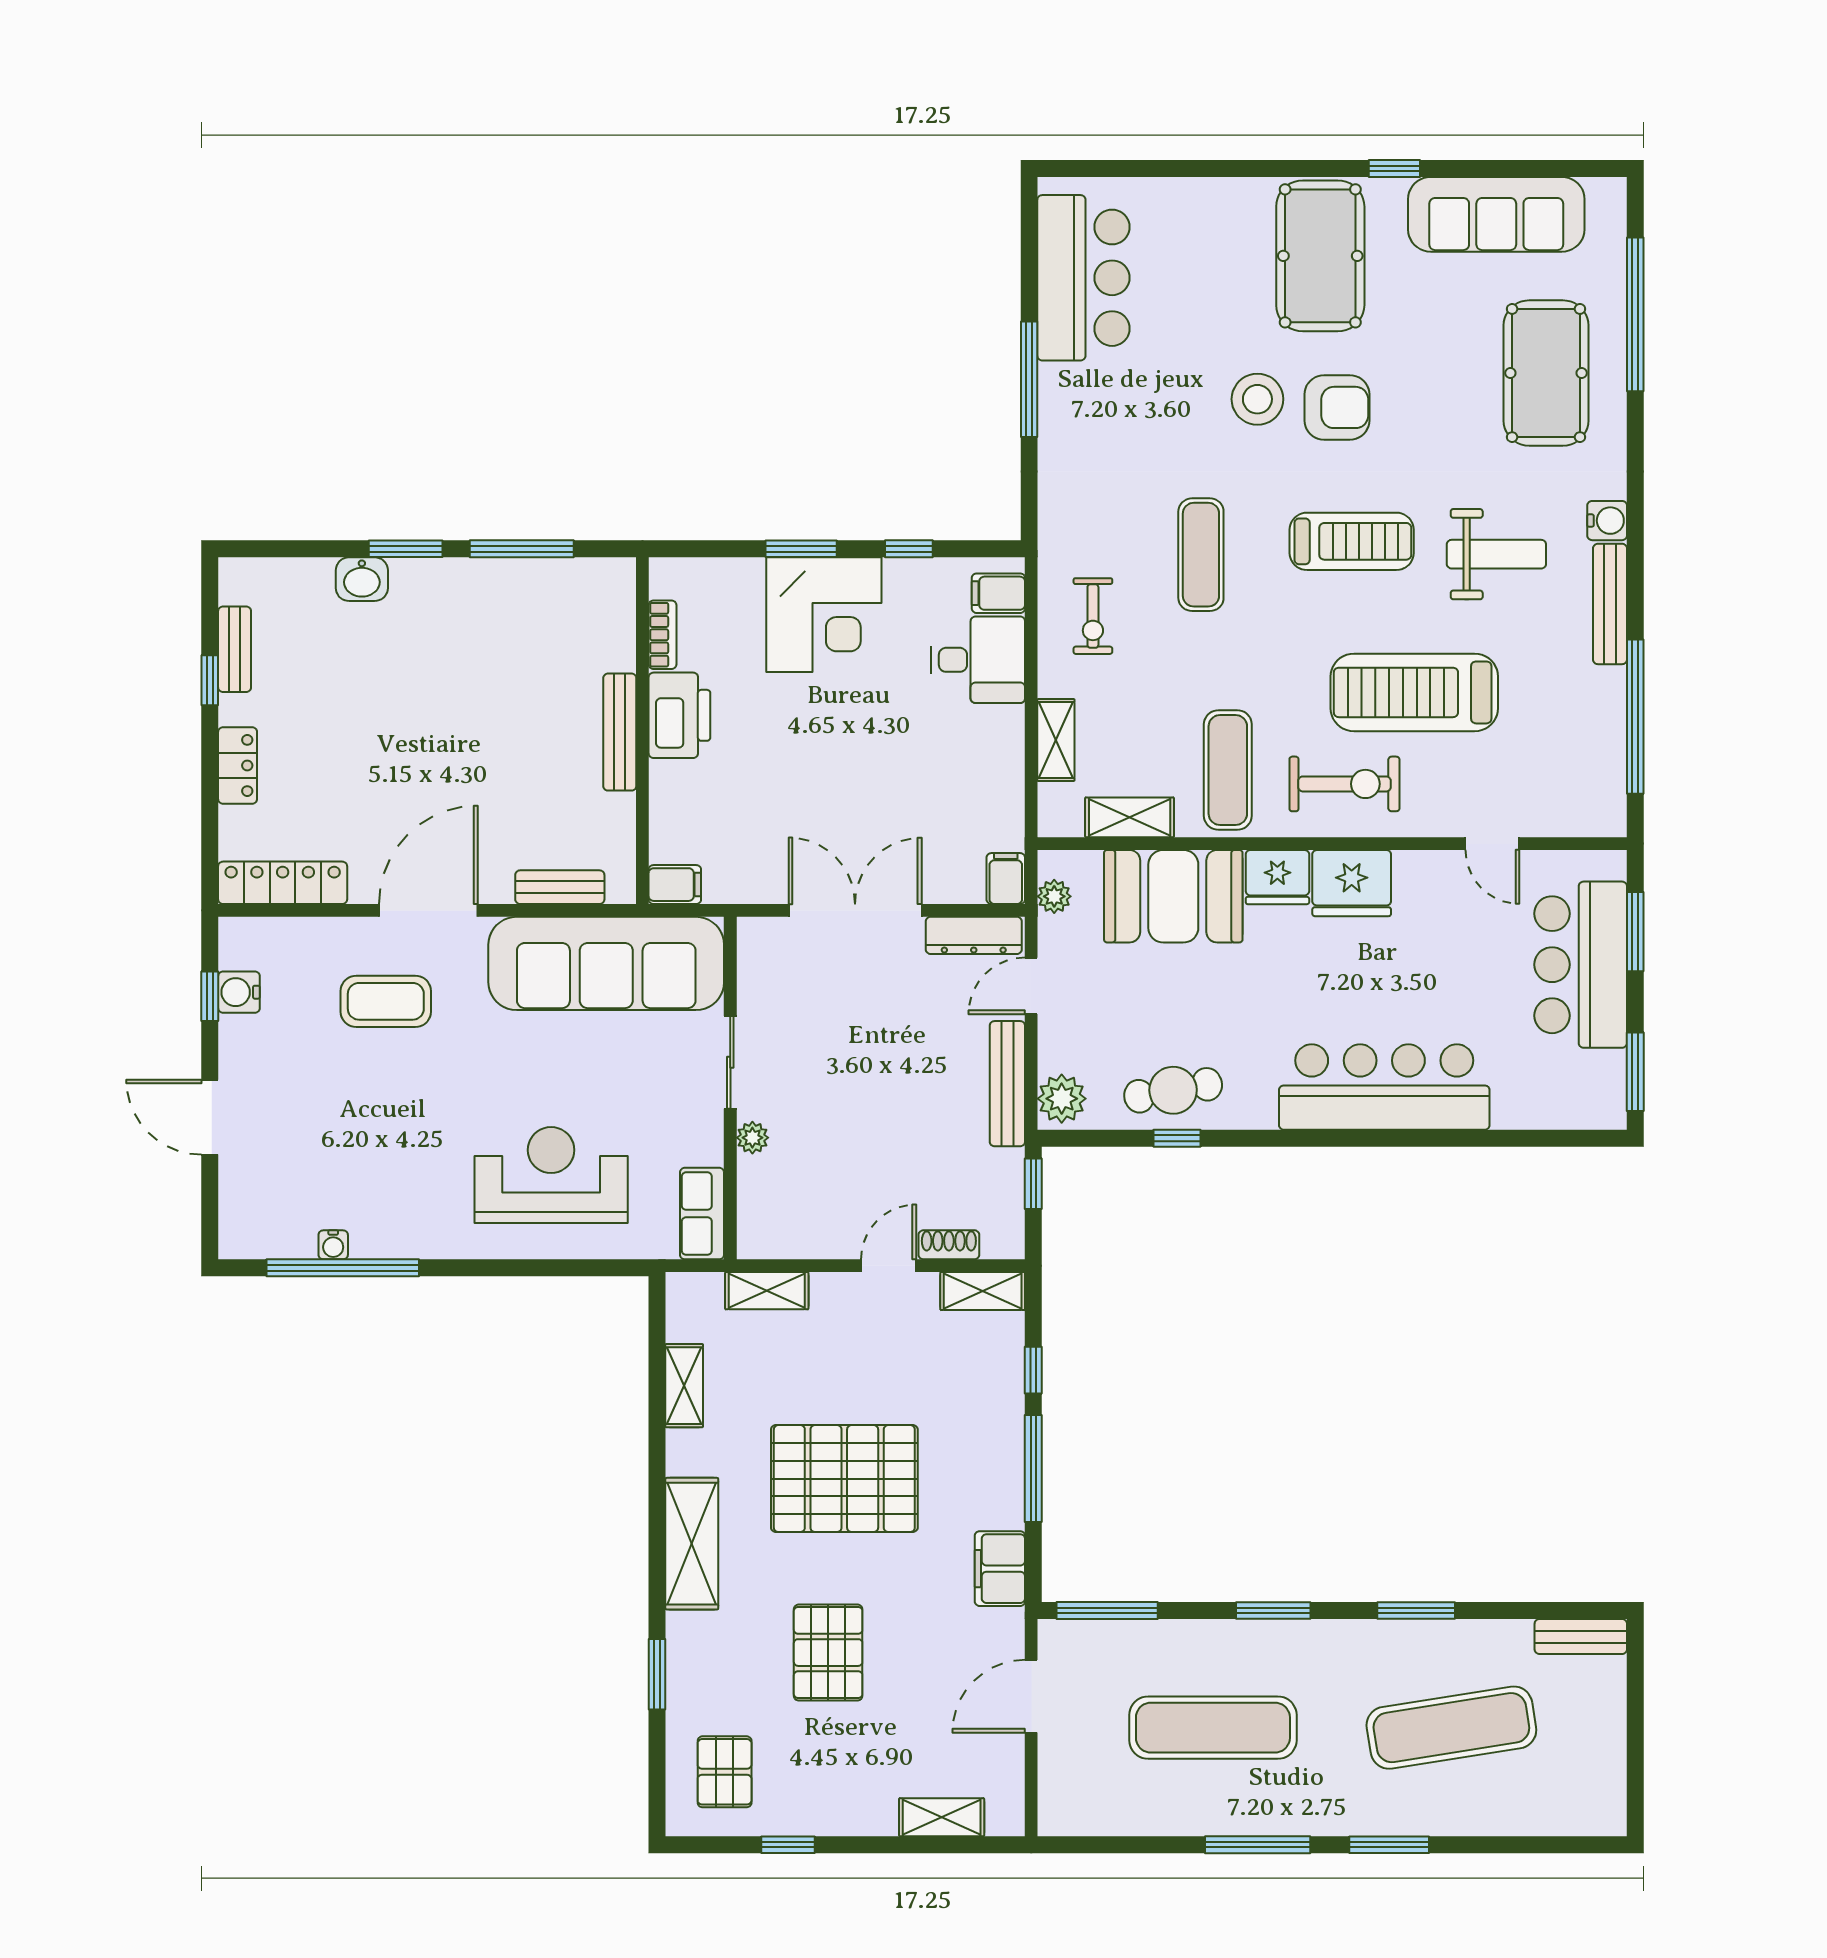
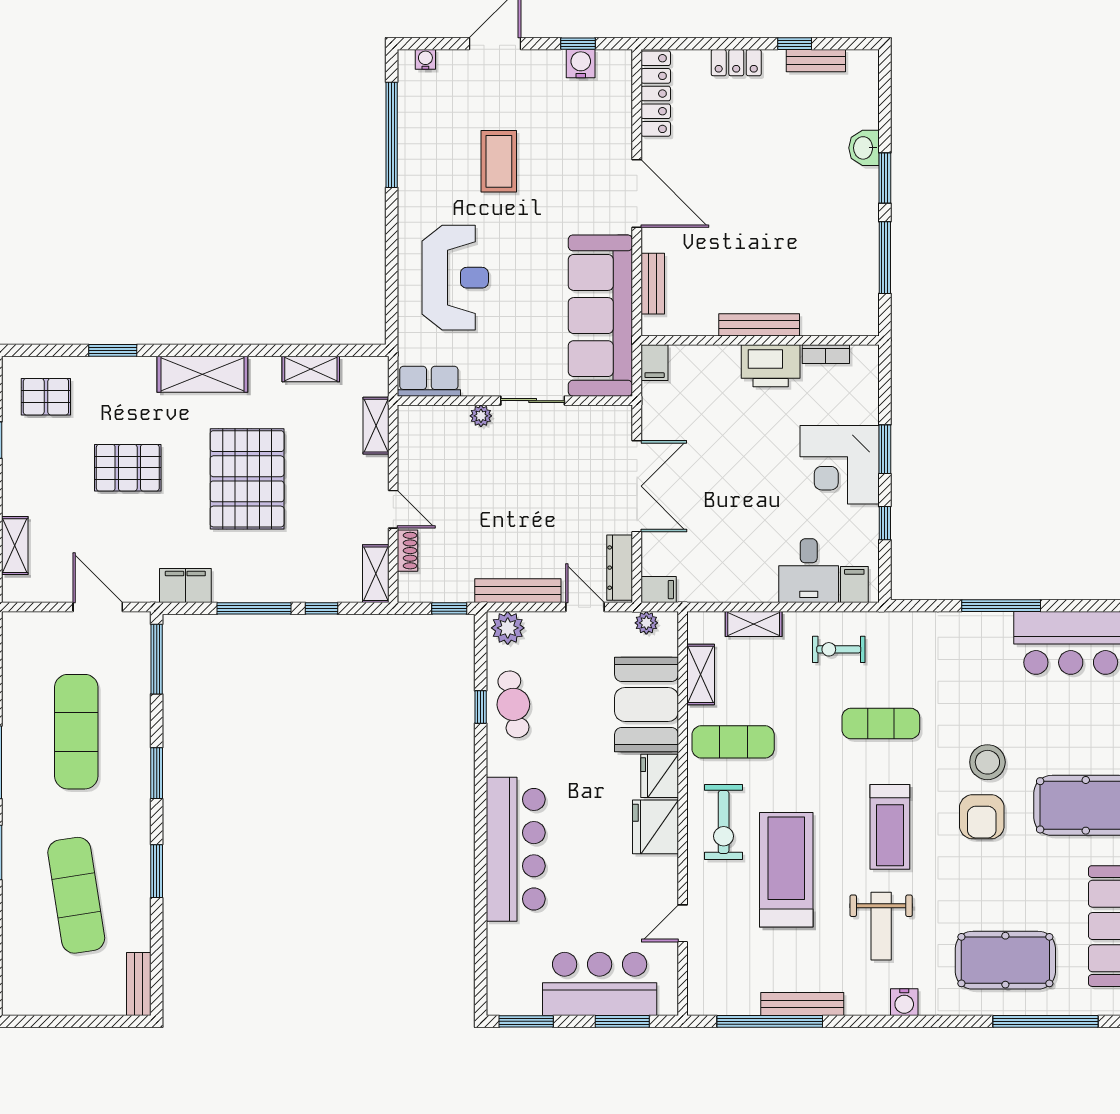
bench: (1610, 604) -> (802, 1004), moved
coffee table: (386, 1001) -> (499, 161), moved
water cooler: (333, 1245) -> (425, 59), moved, turned 90

